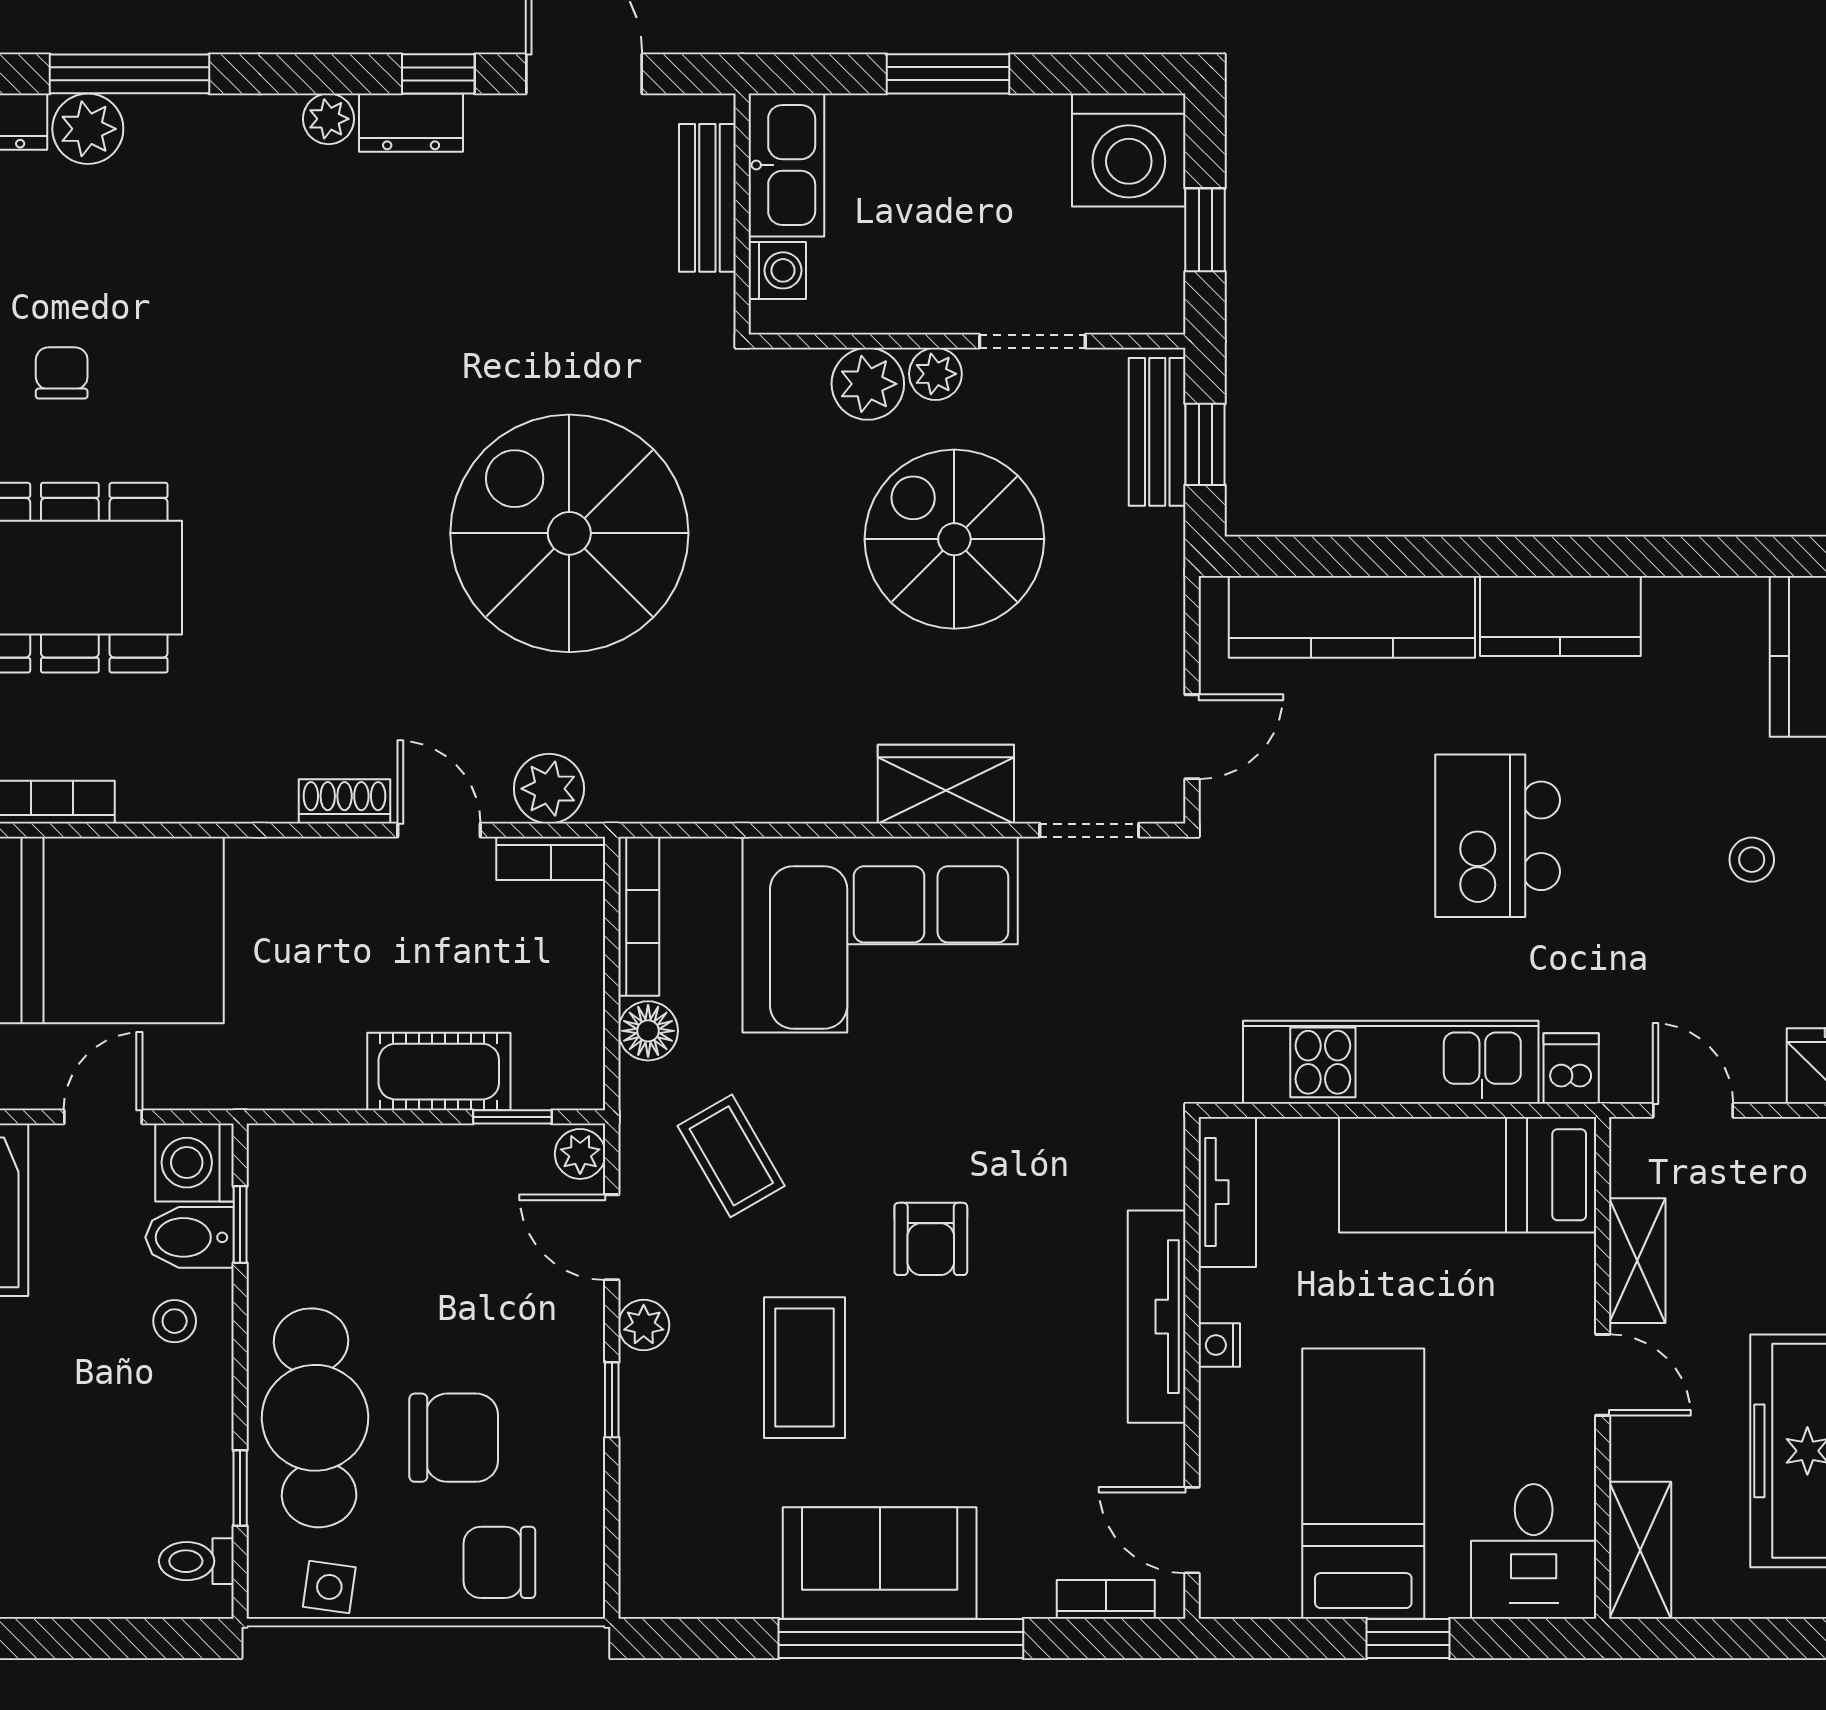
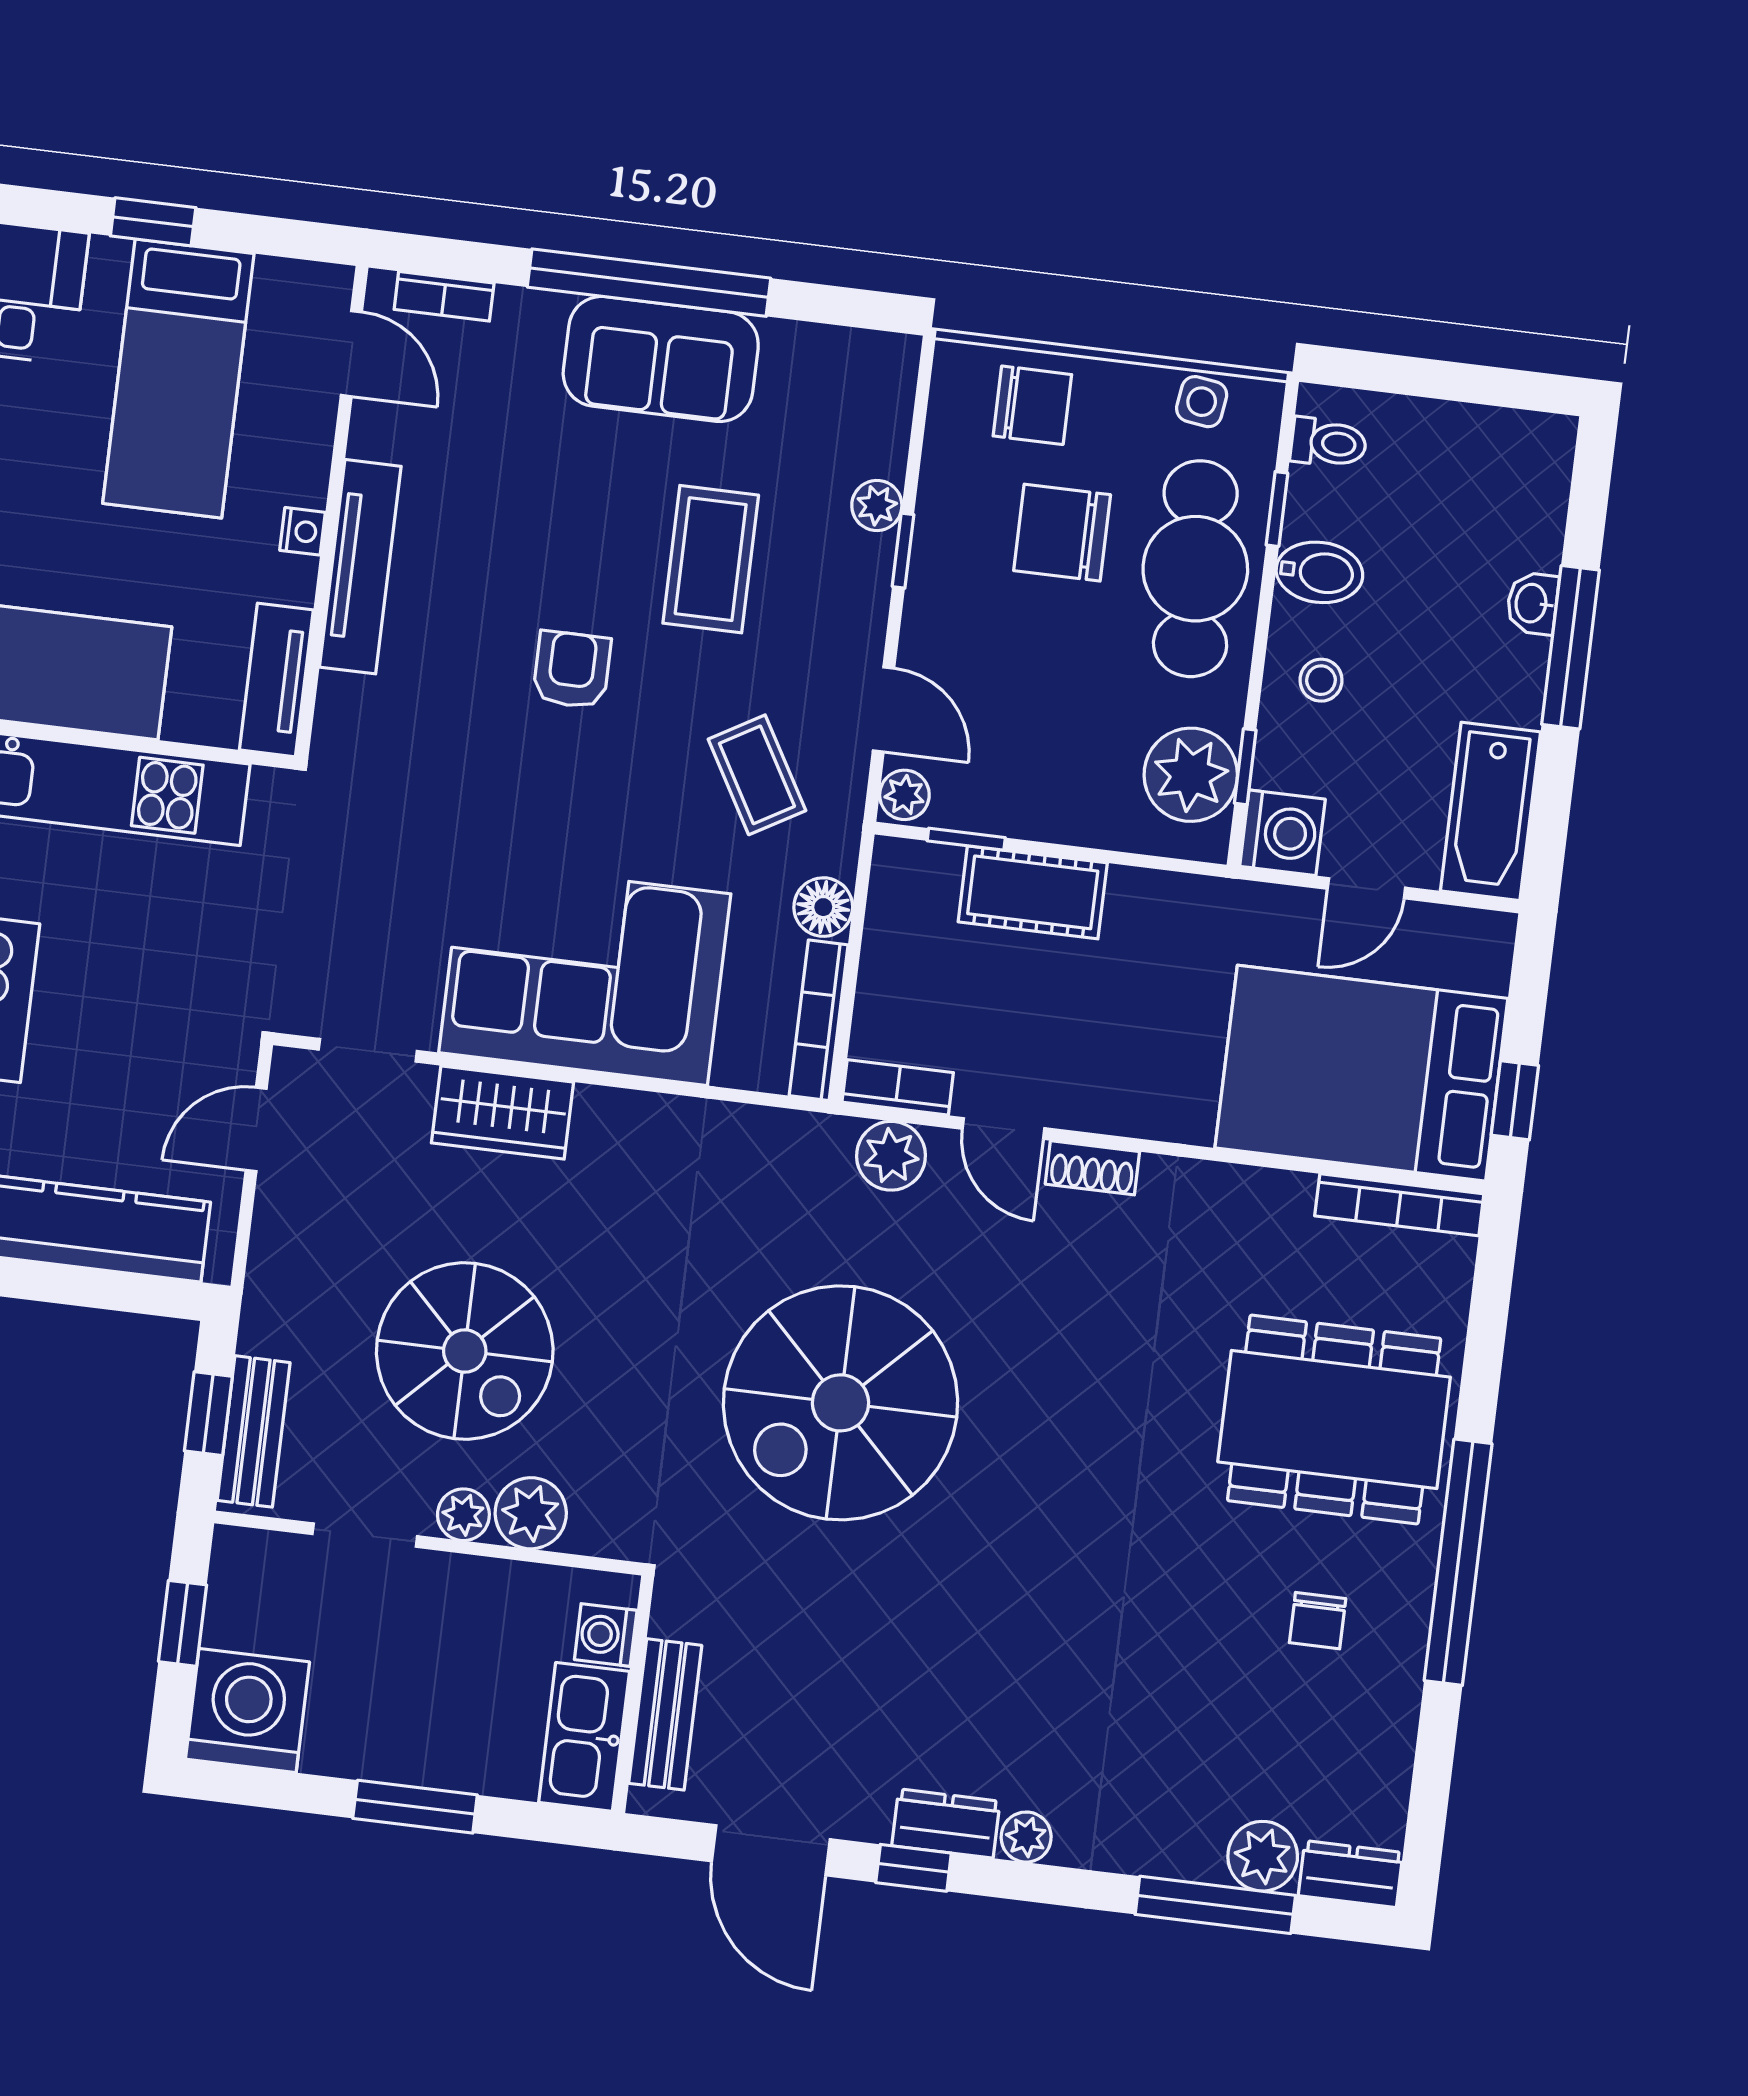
spiral stairs: (569, 533) -> (840, 1403), turned 90
plant: (294, 1210) -> (1191, 775), added
bidet: (189, 1237) -> (1319, 572), moved
plant: (644, 1325) -> (877, 505), moved

